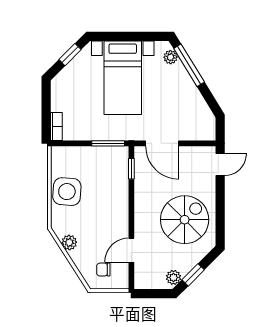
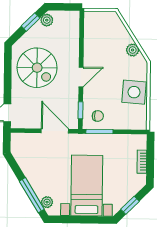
bookcase: (56, 126) -> (142, 162), moved
spiral stairs: (185, 220) -> (37, 68), turned -90
door: (131, 250) -> (81, 77), moved
chair: (103, 270) -> (98, 116), moved

